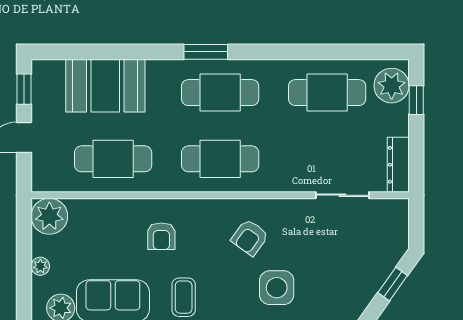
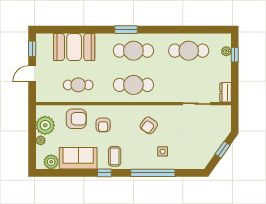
plant: (392, 86) -> (226, 51), width x0.53, depth x0.53
cafe table: (113, 159) -> (78, 85), width x0.73, depth x0.74
dresser: (398, 165) -> (225, 92), width x0.70
plant: (49, 216) -> (45, 125), moved
armchair: (109, 224) -> (76, 119), added
side table: (277, 288) -> (163, 151), width x0.54, depth x0.54

